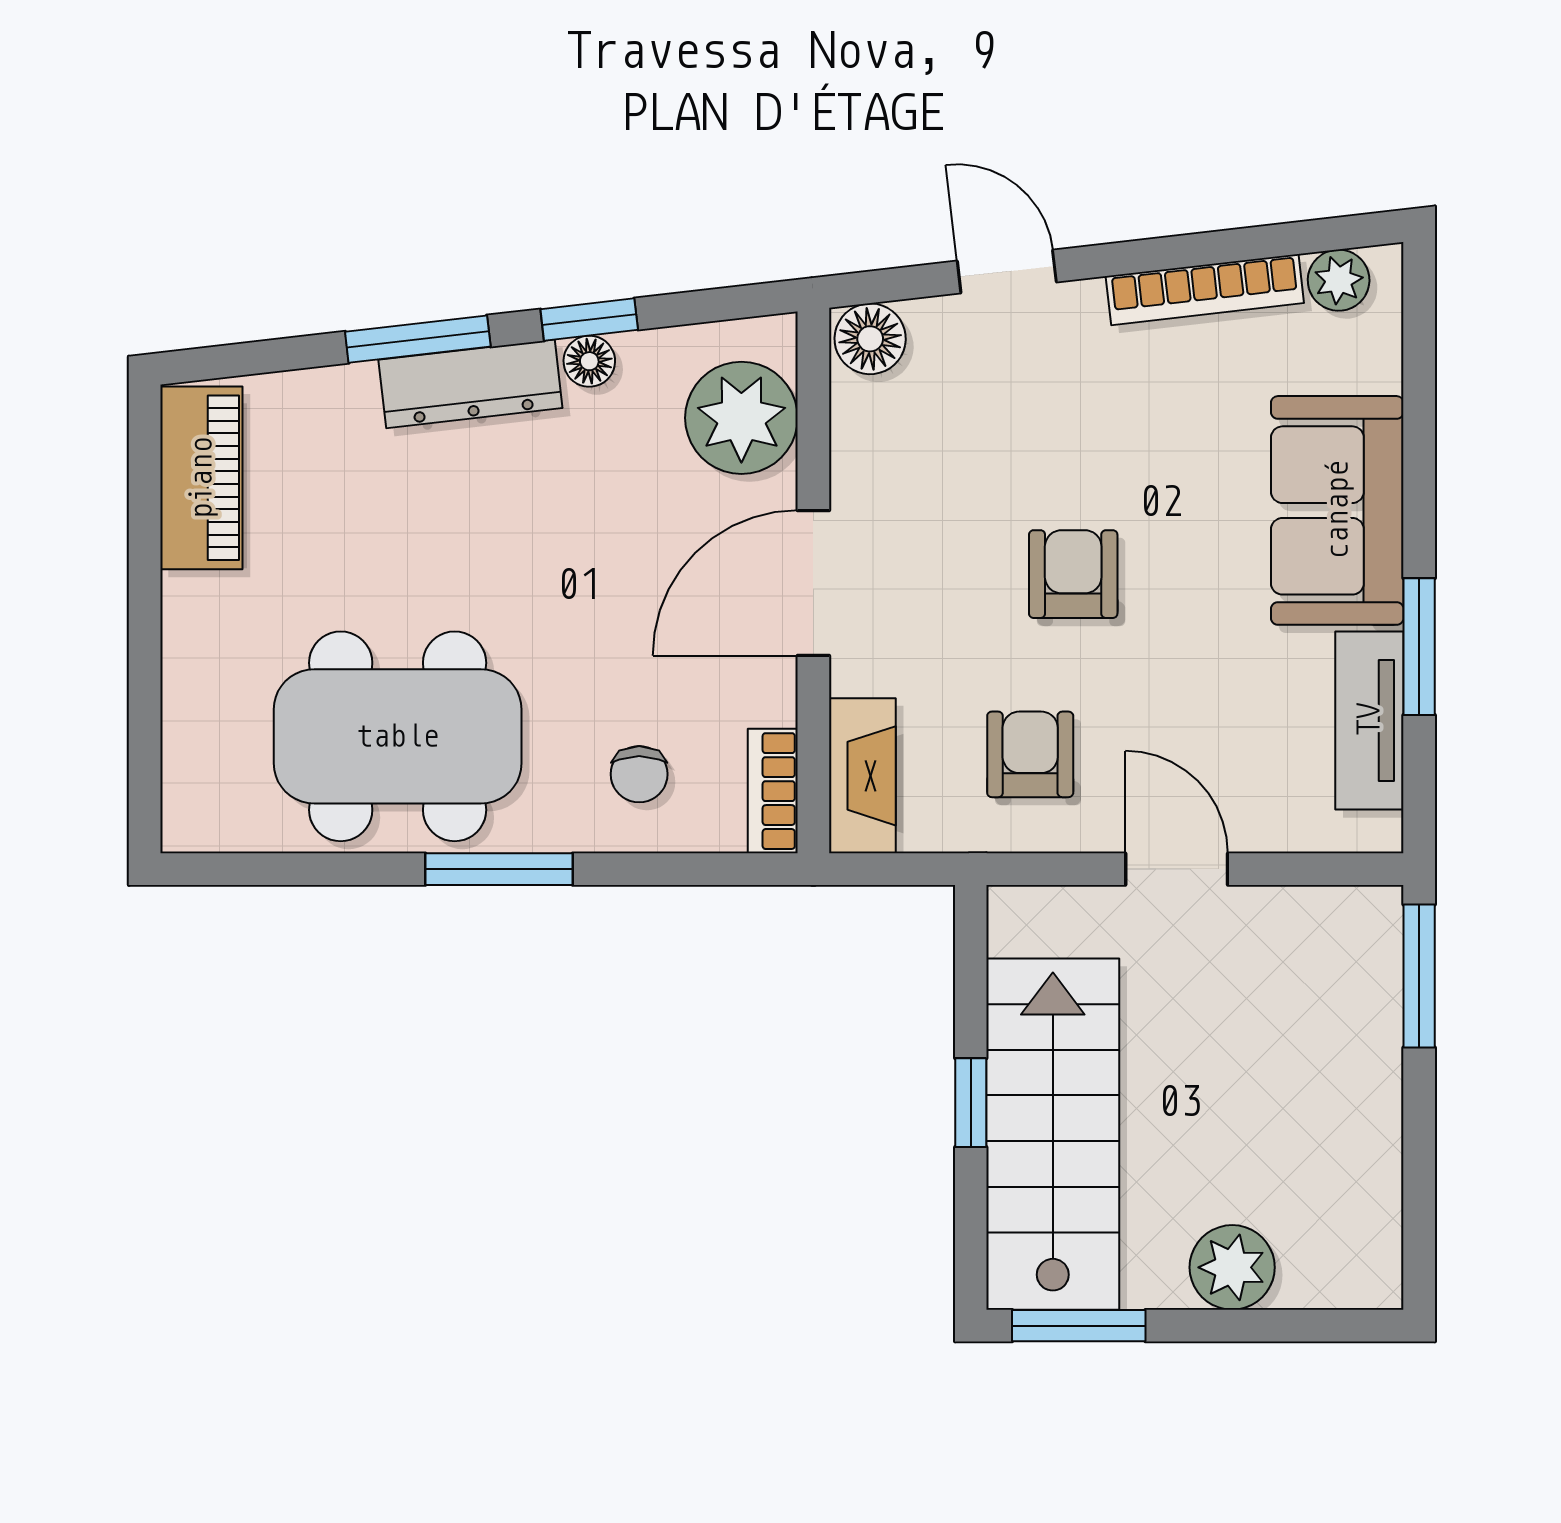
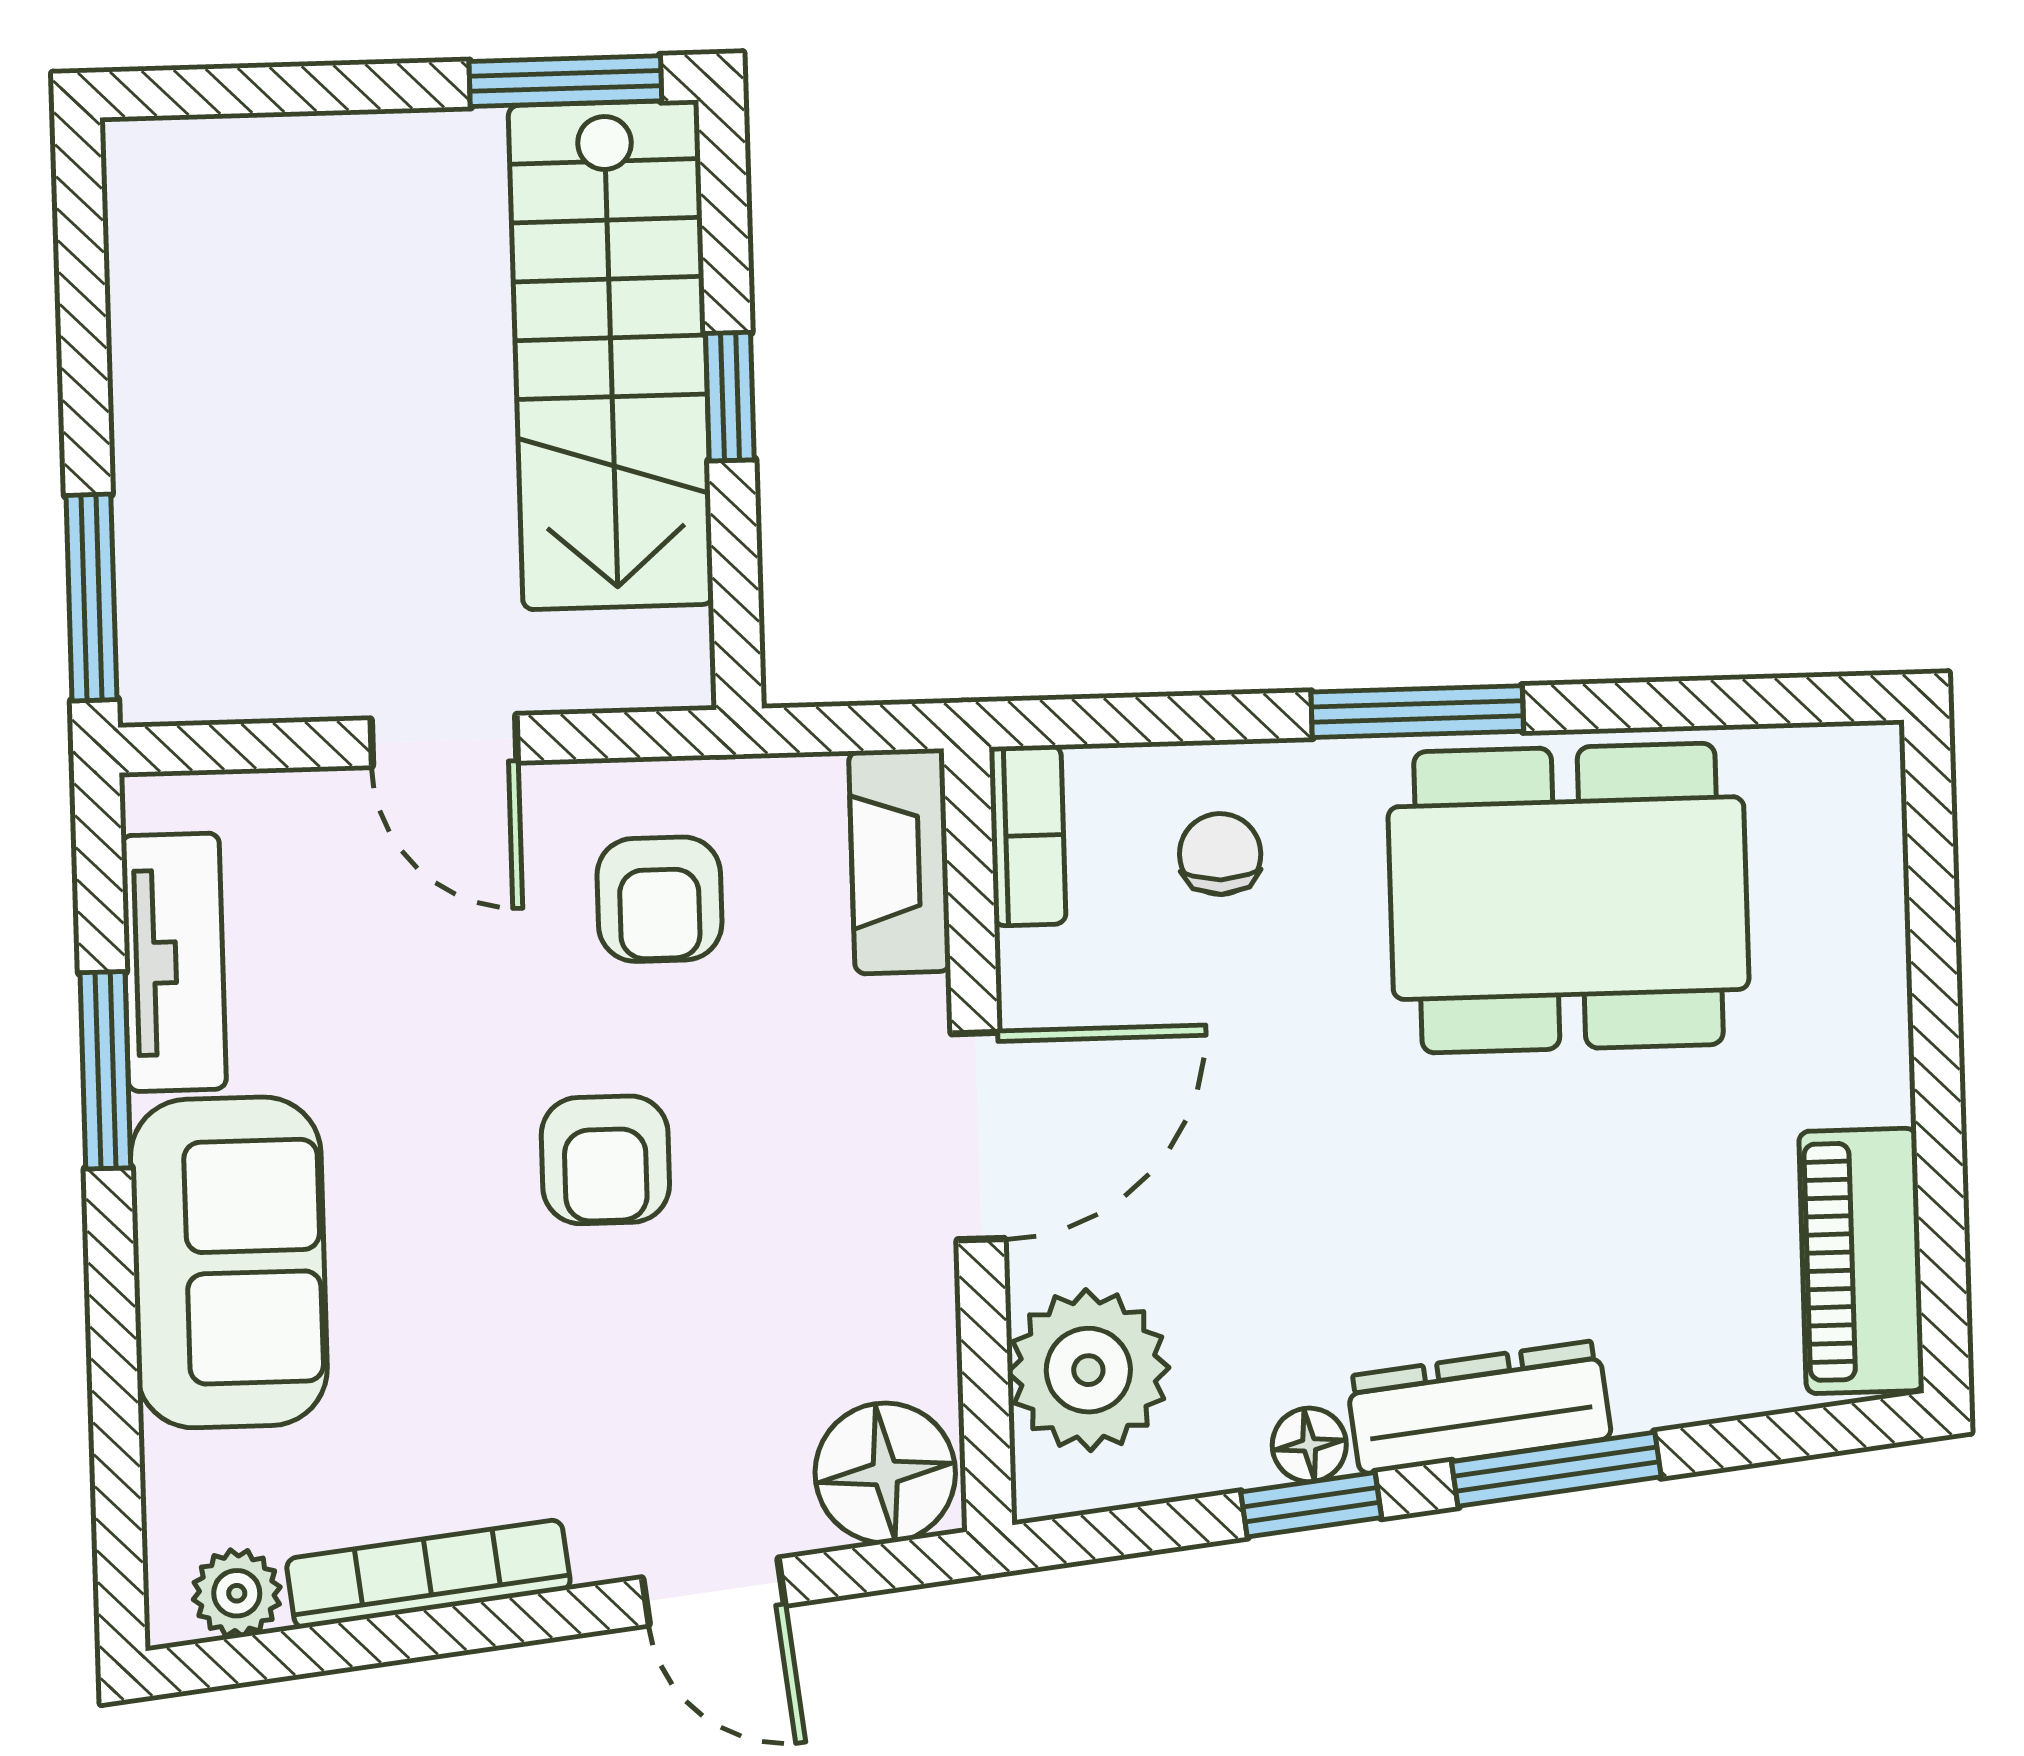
floor lamp: (870, 339) -> (885, 1473), width x1.38, depth x1.38
plant: (1232, 1267) -> (348, 171), removed

